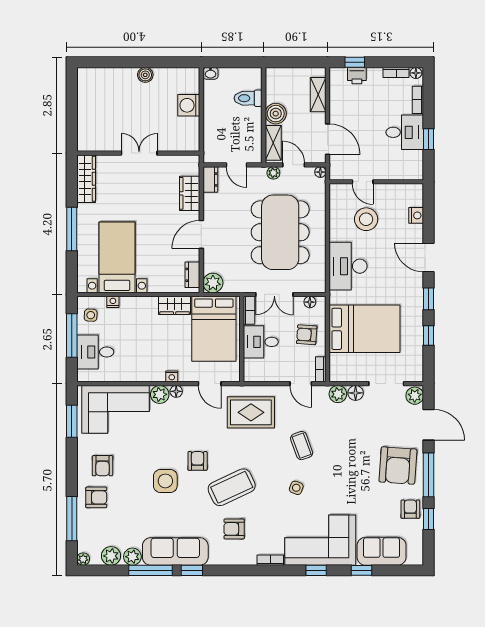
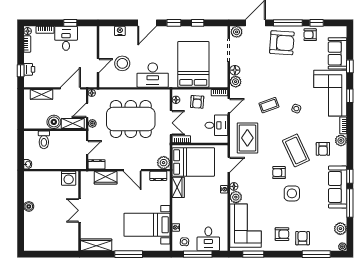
washing machine: (189, 105) -> (69, 178), moved
desk: (261, 342) -> (216, 125), moved, turned -90
plant: (132, 557) -> (341, 140), moved

